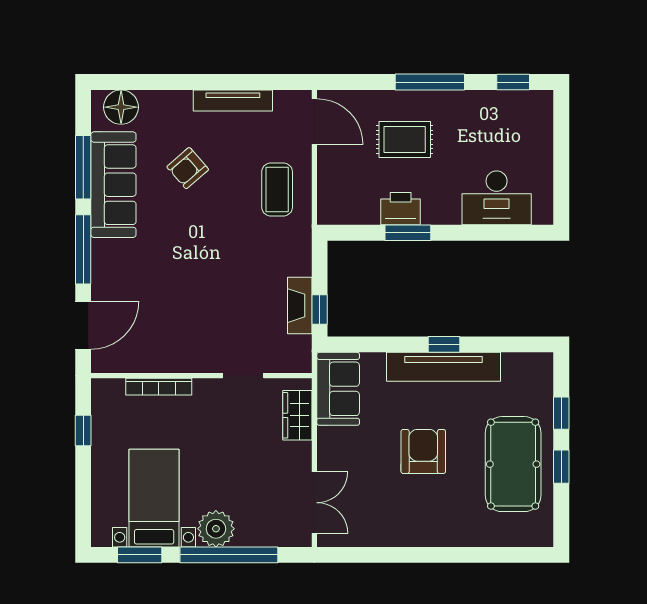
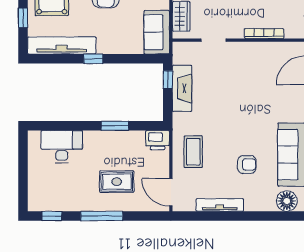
armchair: (188, 168) -> (247, 164), turned 41
printer: (401, 209) -> (158, 140), moved
fireplace: (300, 306) -> (182, 88), width x1.37, depth x1.32
tv unit: (444, 367) -> (62, 45), moved

